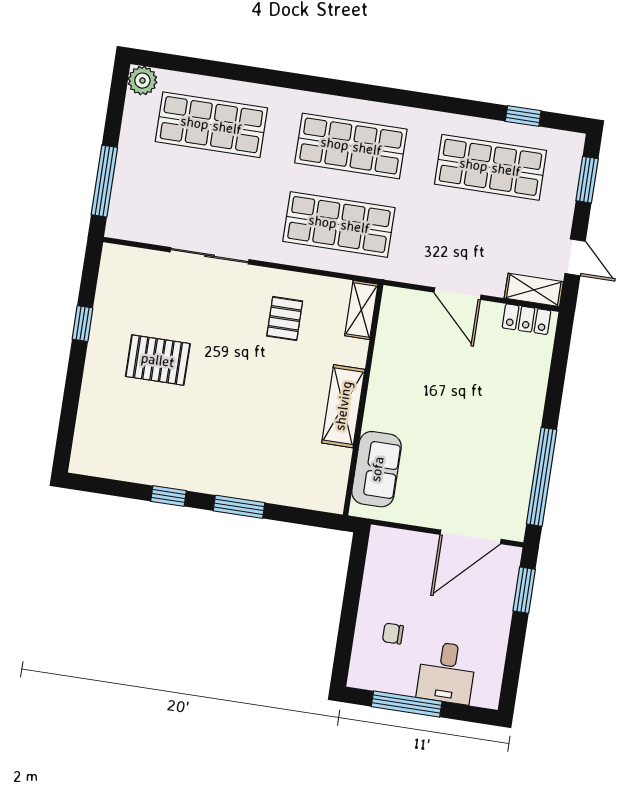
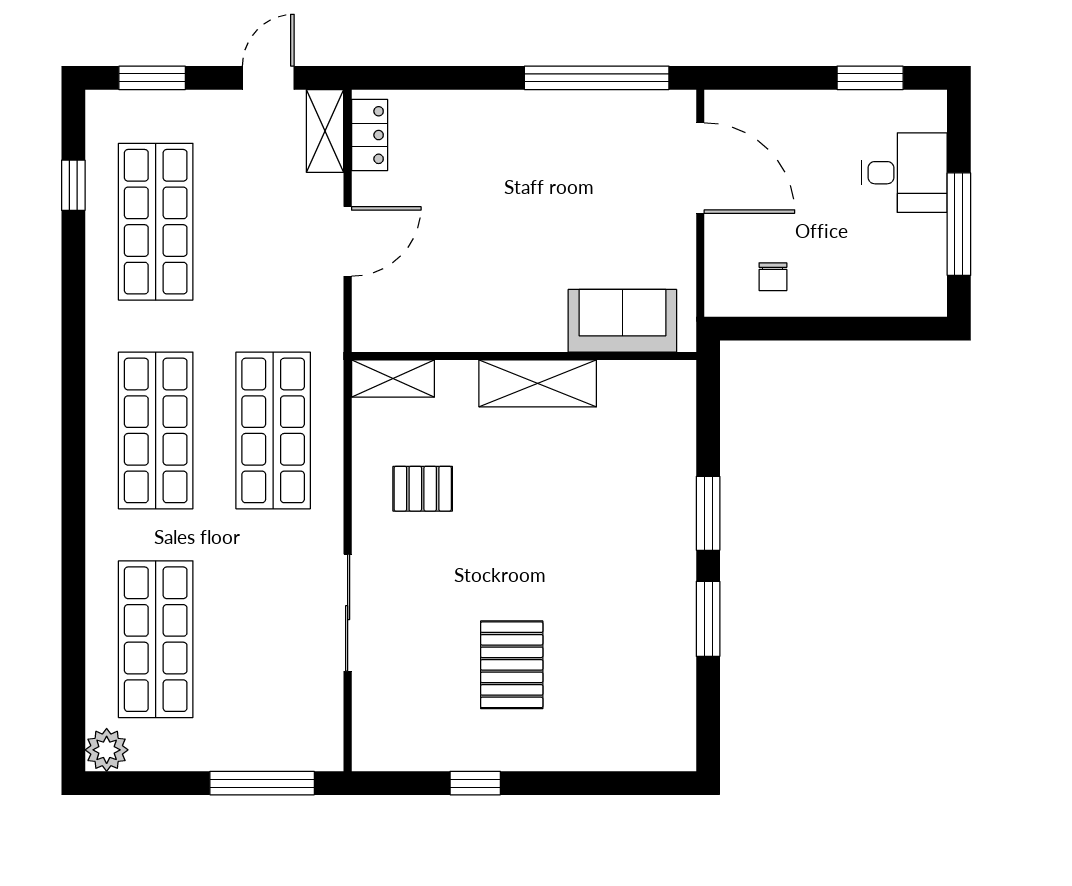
window: (168, 496) -> (708, 619), width x1.50
window: (524, 590) -> (870, 78), moved
chair: (393, 634) -> (773, 277), moved

